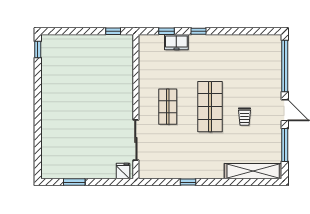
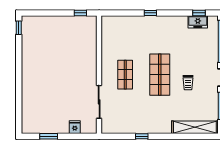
window: (167, 31) -> (199, 13), moved
freezer: (176, 42) -> (198, 22), moved
fridge: (123, 171) -> (75, 127), moved

